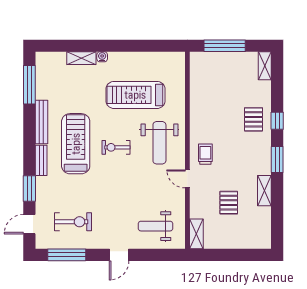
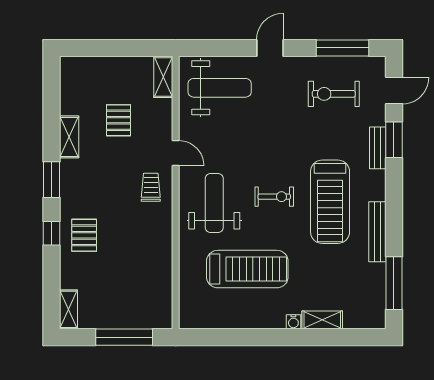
trolley: (205, 154) -> (151, 187), turned 180
bench: (41, 160) -> (378, 148), moved
weight bench: (155, 226) -> (220, 88), width x1.36, depth x1.33

